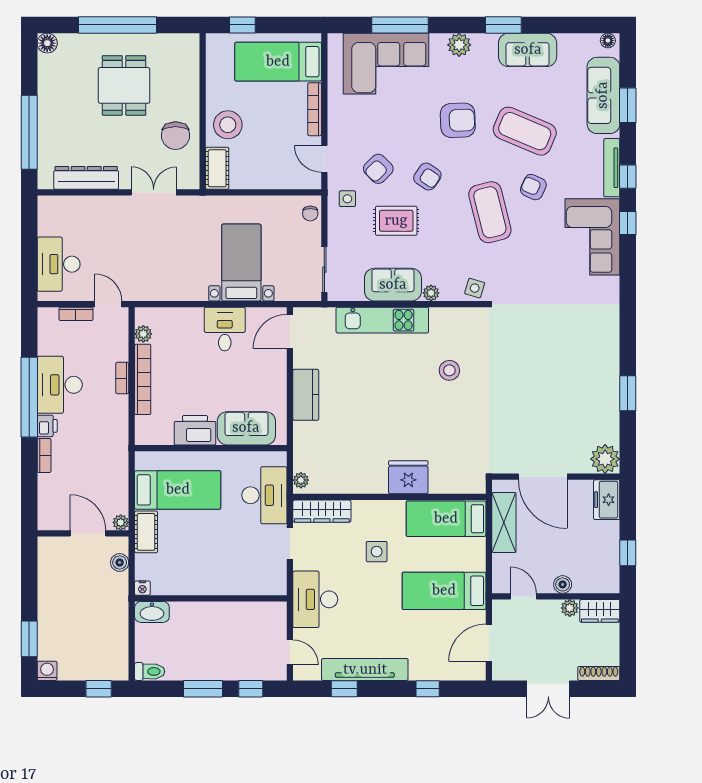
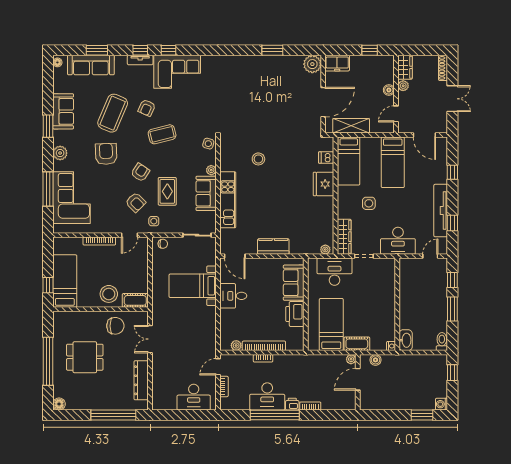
bed: (278, 62) -> (65, 281), moved, turned 180
tv unit: (612, 168) -> (140, 60), width x0.71
coffee table: (490, 212) -> (162, 134), width x0.73, depth x0.76
dishwasher: (452, 482) -> (326, 158), added

